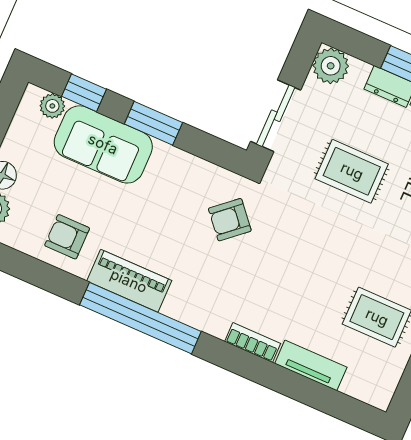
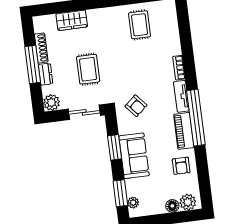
window: (84, 93) -> (120, 193), width x1.50
window: (153, 123) -> (115, 147), moved
sofa: (103, 144) -> (134, 156), moved
tv unit: (311, 365) -> (181, 96), moved

